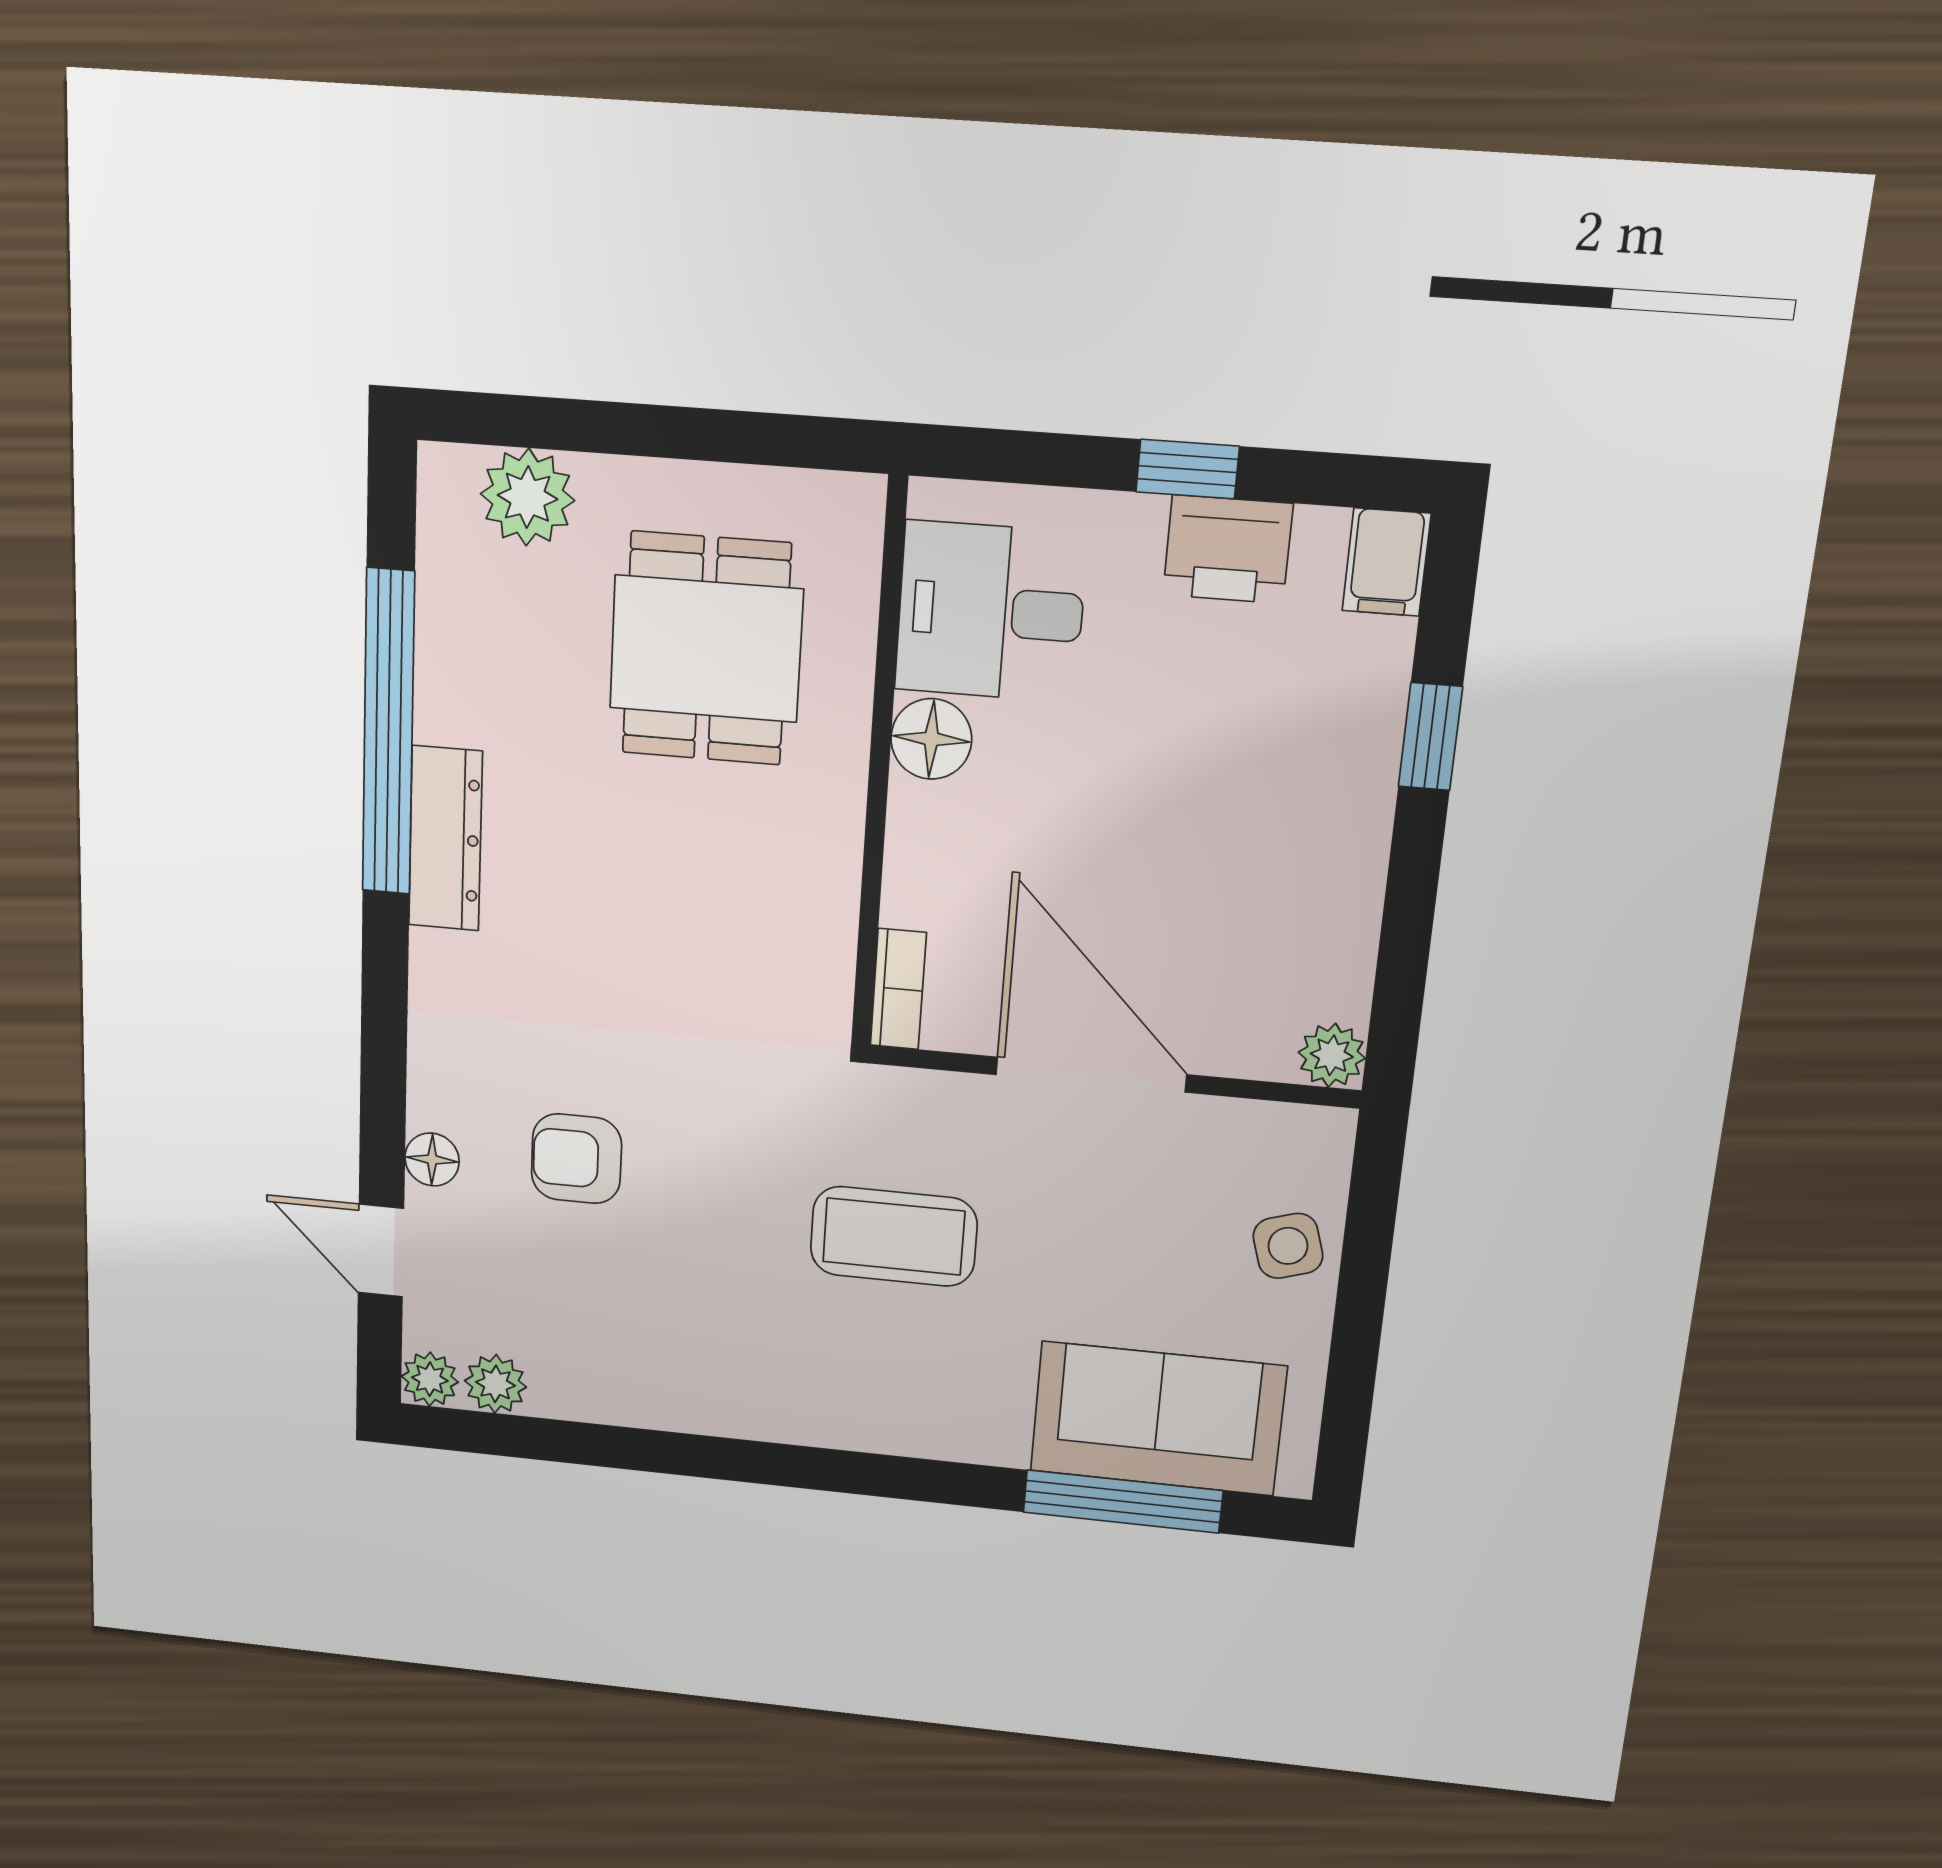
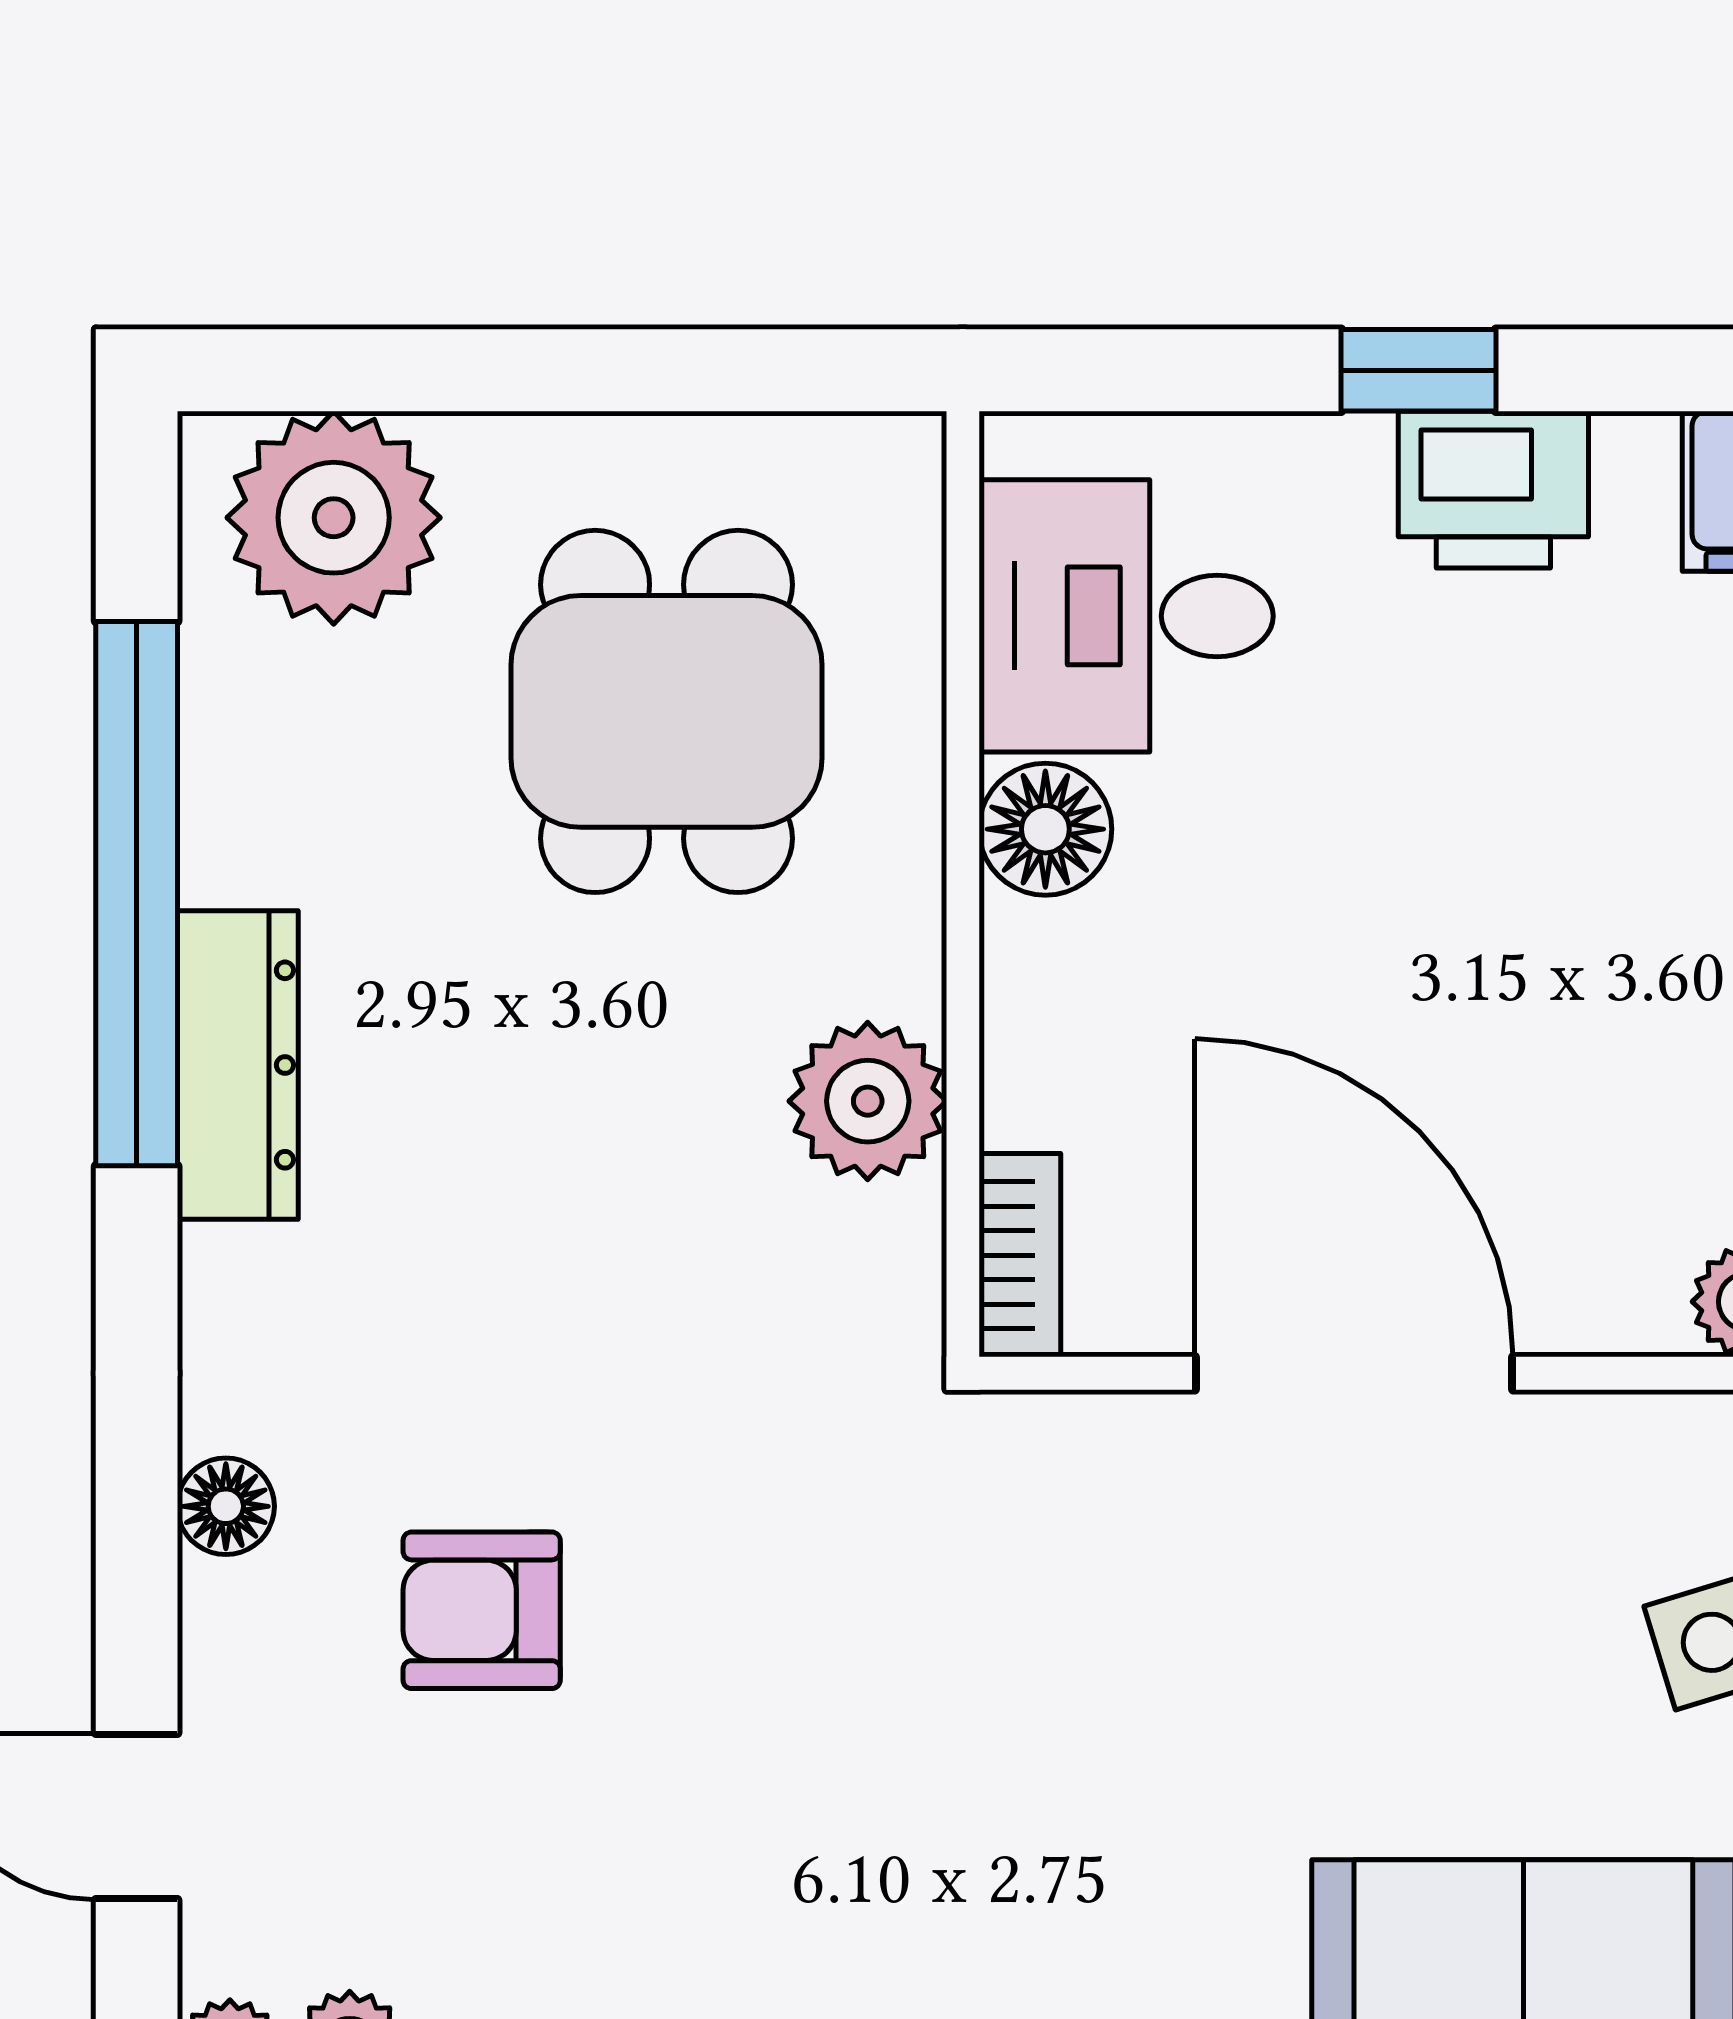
plant: (527, 497) -> (334, 518), width x1.36, depth x1.36
plant: (814, 892) -> (868, 1101), added
floor lamp: (432, 1160) -> (226, 1506), moved
coffee table: (894, 1236) -> (1042, 1695), removed

